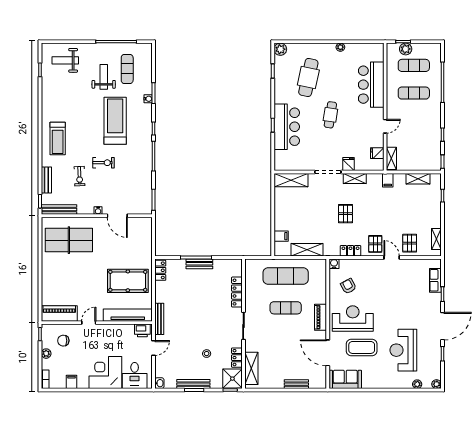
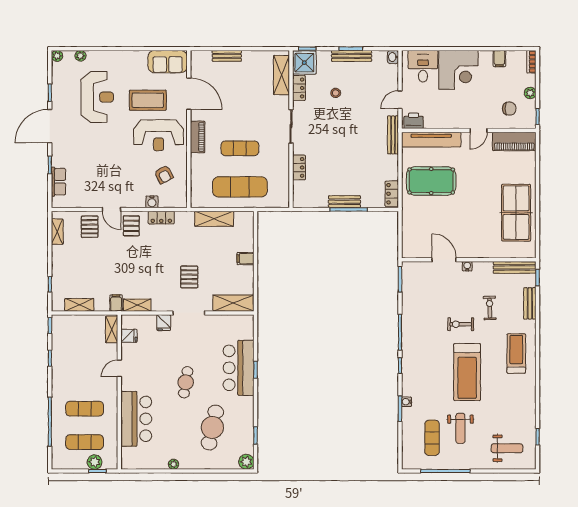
treadmill: (115, 121) -> (467, 372), moved
shelving: (355, 178) -> (137, 305), moved
pallet: (346, 214) -> (189, 277), moved
filing cabinet: (281, 236) -> (245, 259), moved
table tennis table: (69, 240) -> (516, 213), moved, turned 90
water cooler: (334, 264) -> (152, 202), moved
locker: (237, 292) -> (299, 167), width x0.66

